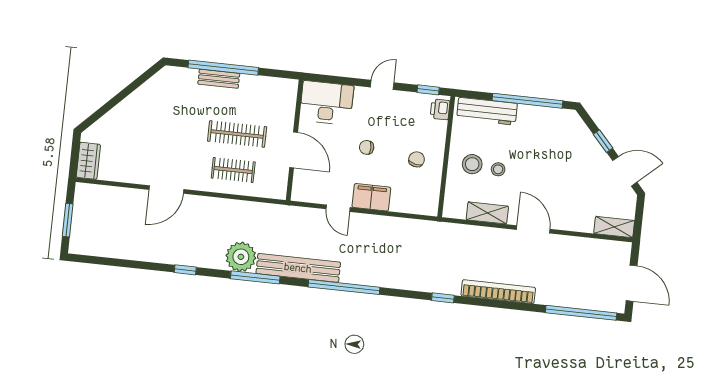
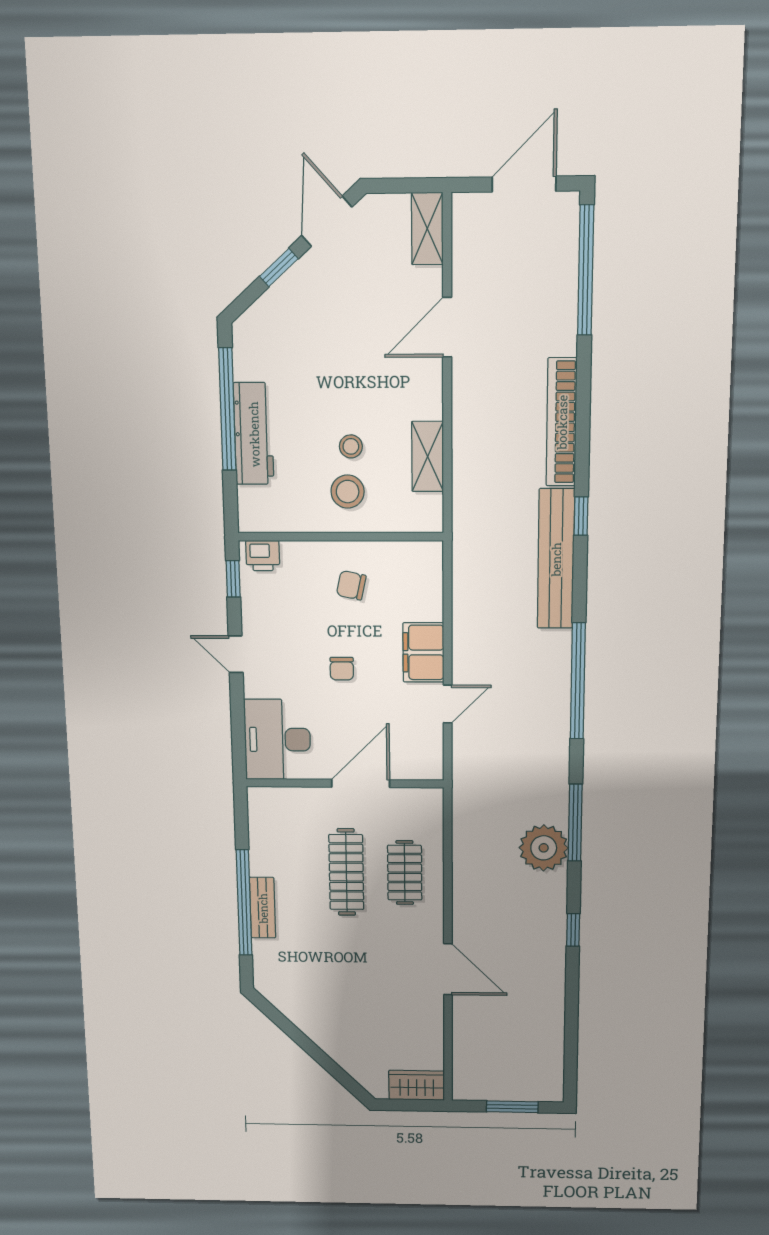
workbench: (487, 111) -> (254, 434), moved
door: (533, 229) -> (447, 327), moved
bench: (298, 268) -> (556, 559), moved

